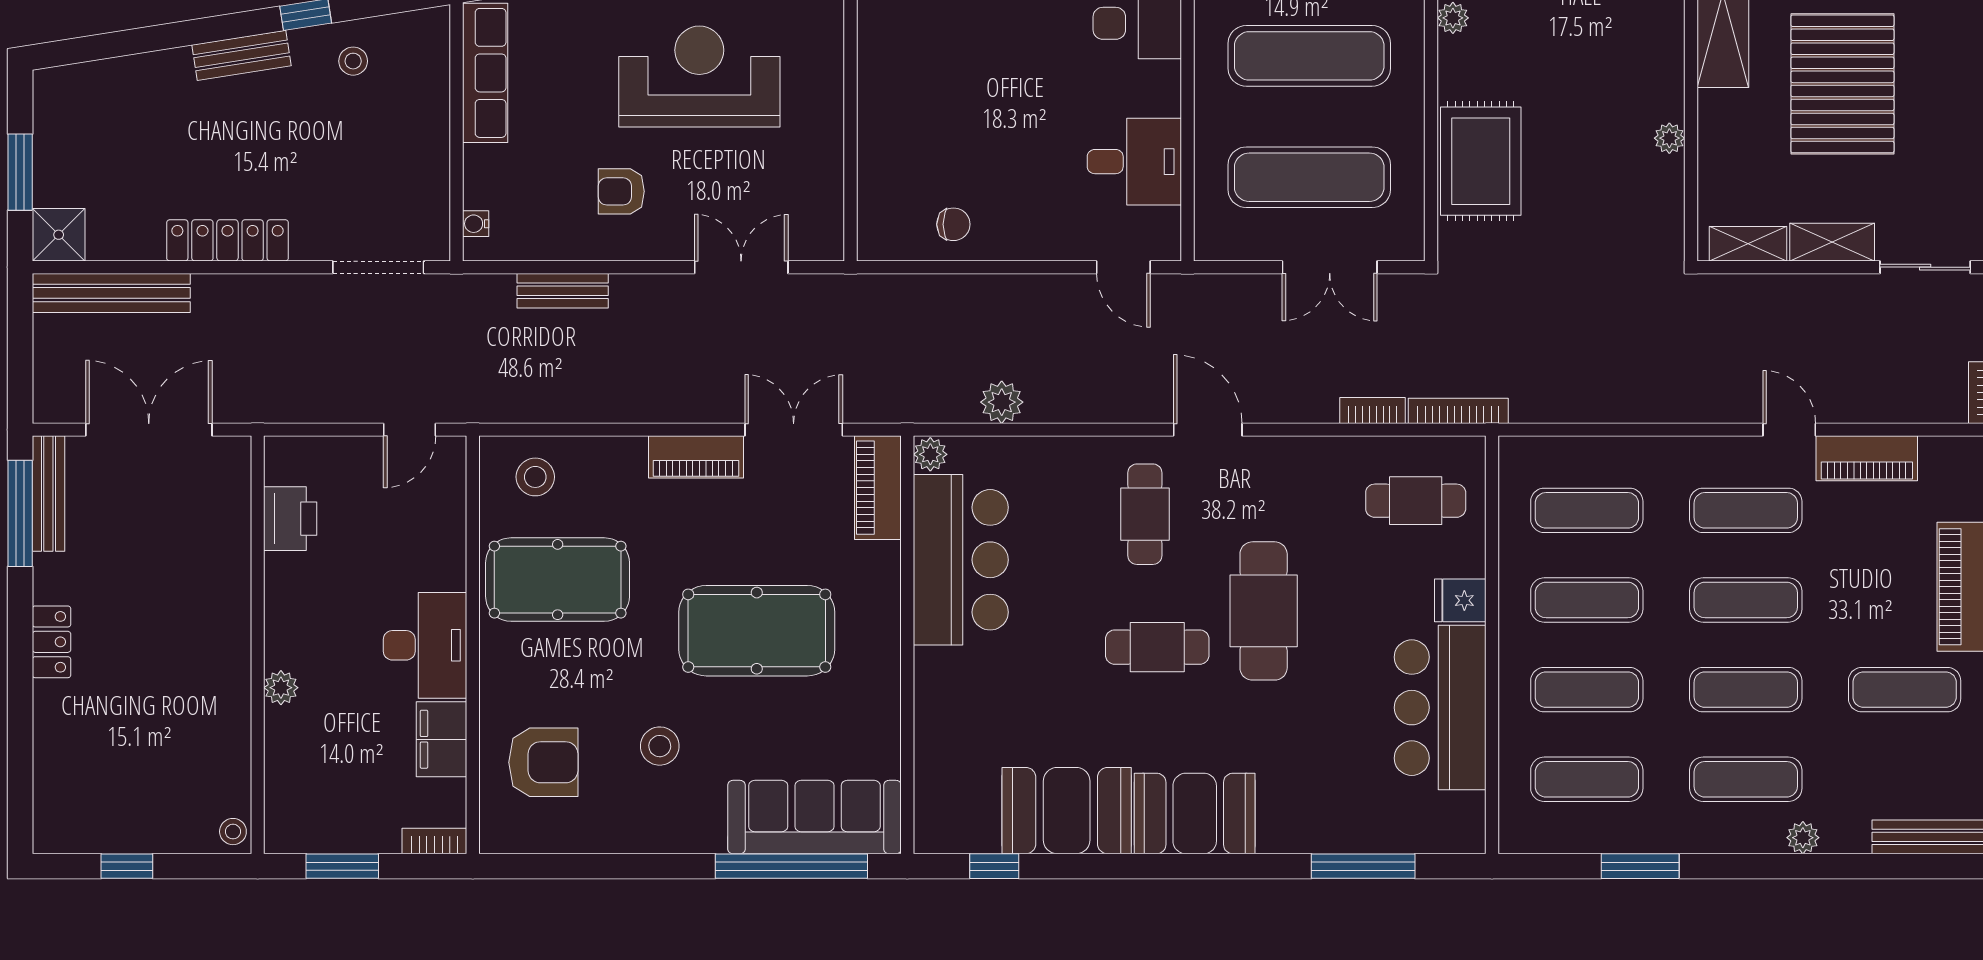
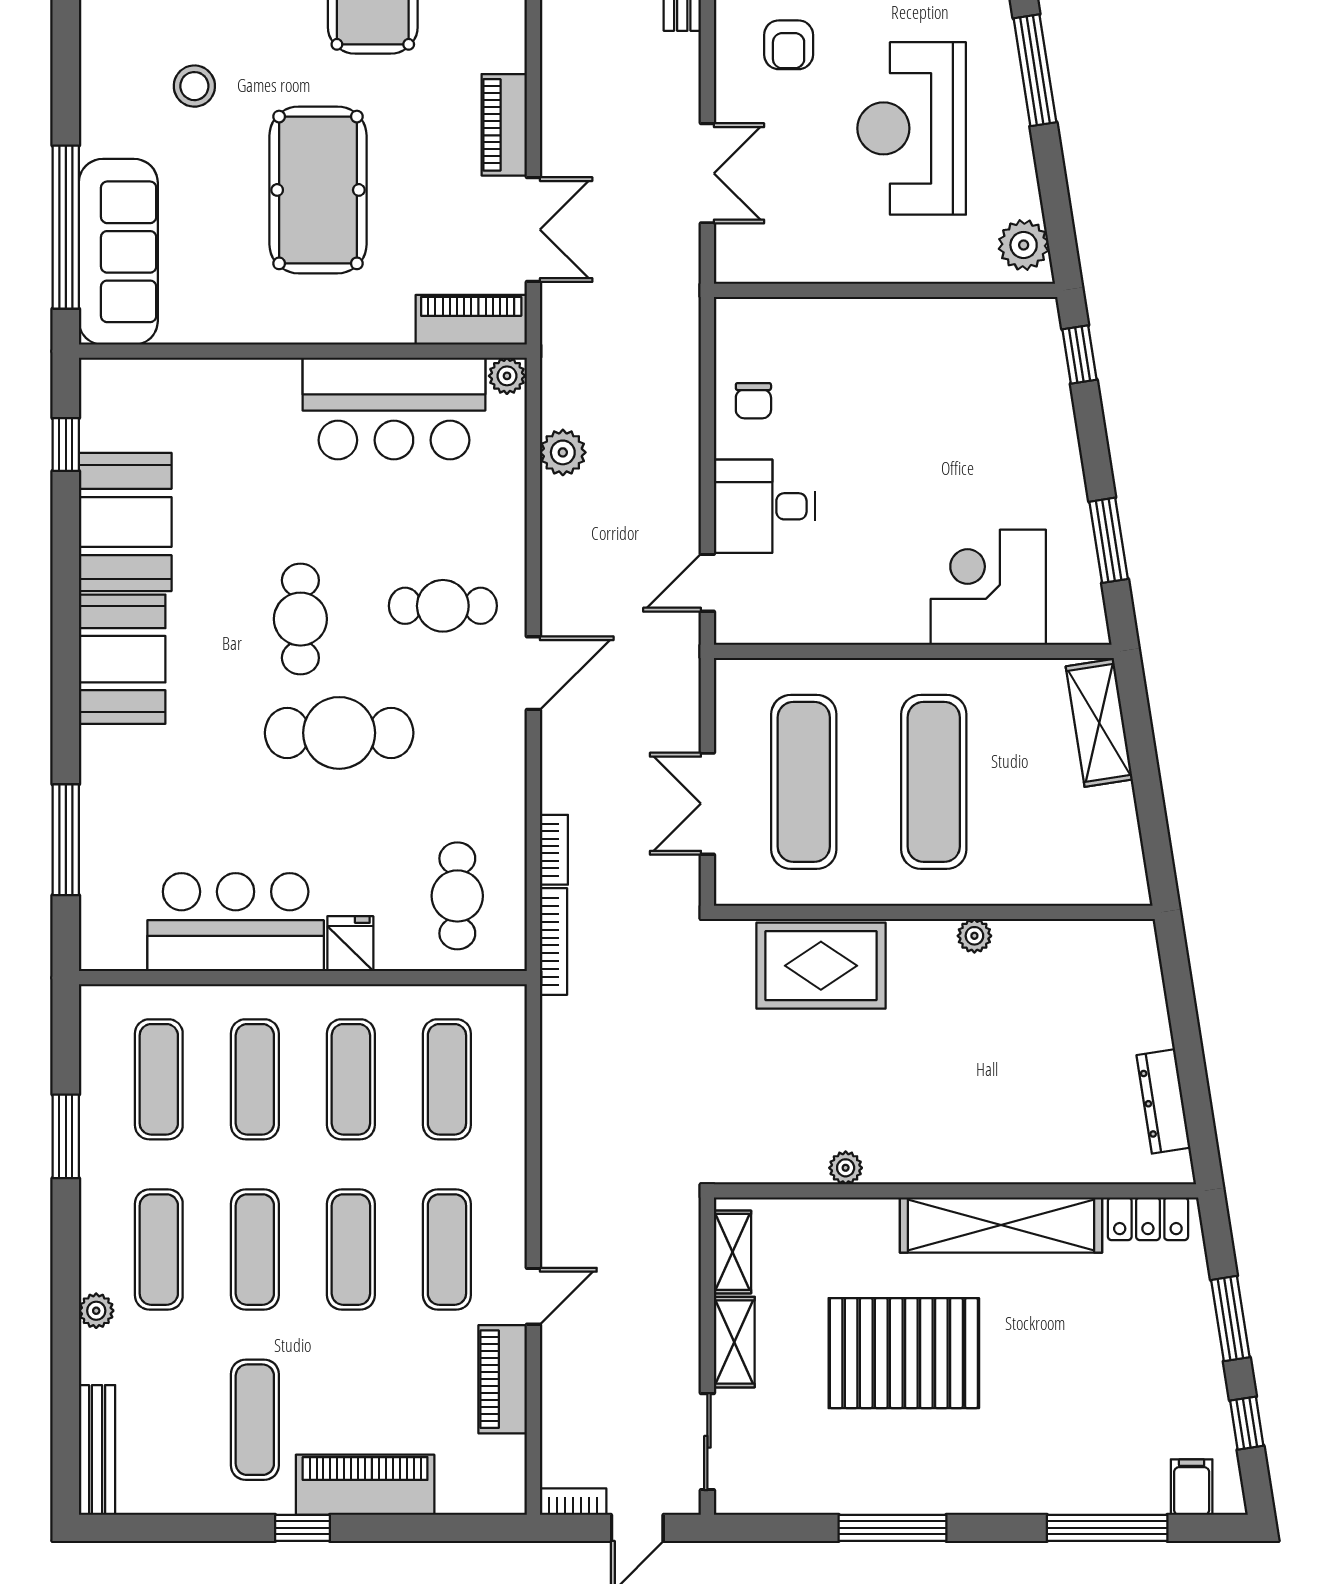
reception desk: (699, 77) -> (912, 128), turned 180
desk: (1134, 162) -> (764, 506), moved, turned 90
armchair: (621, 191) -> (789, 45), turned 180

